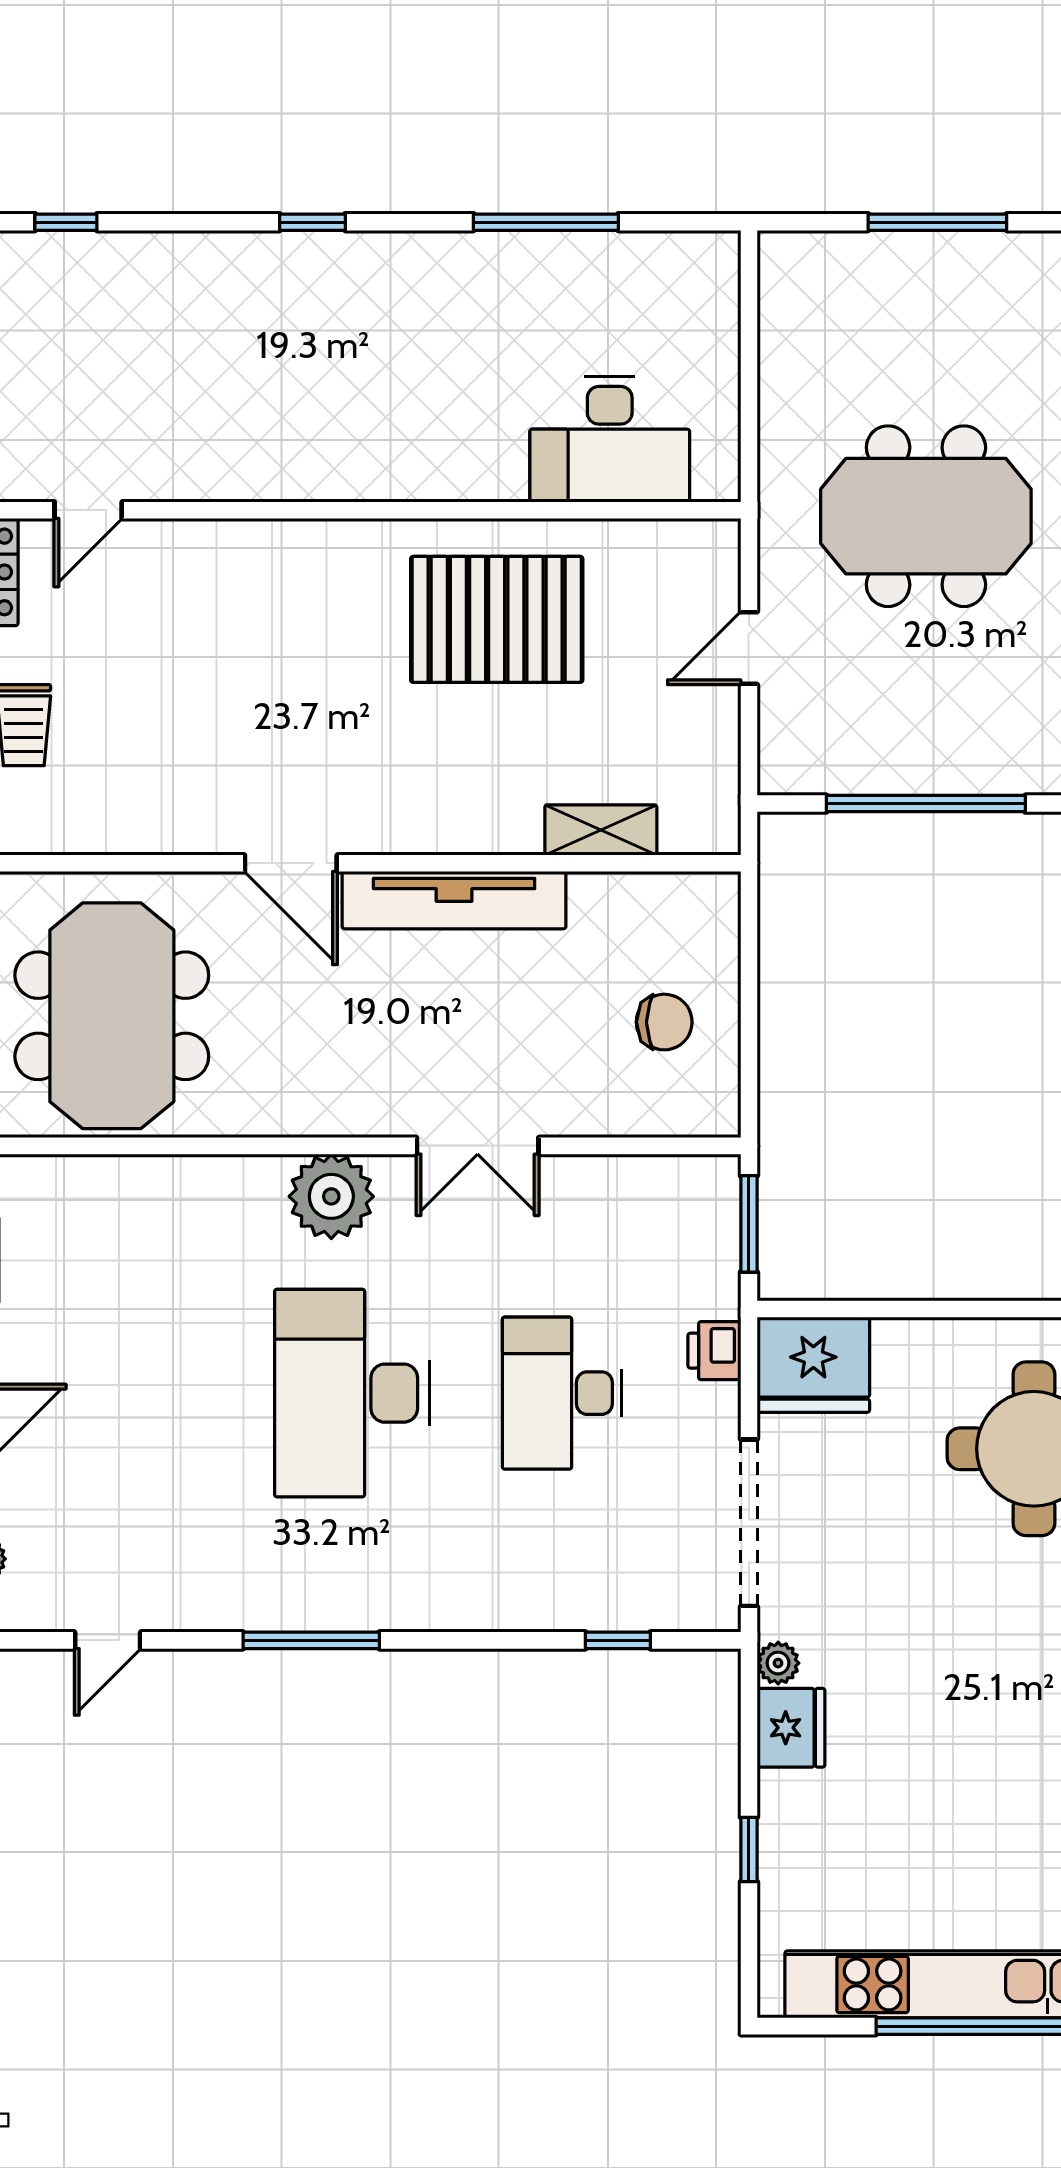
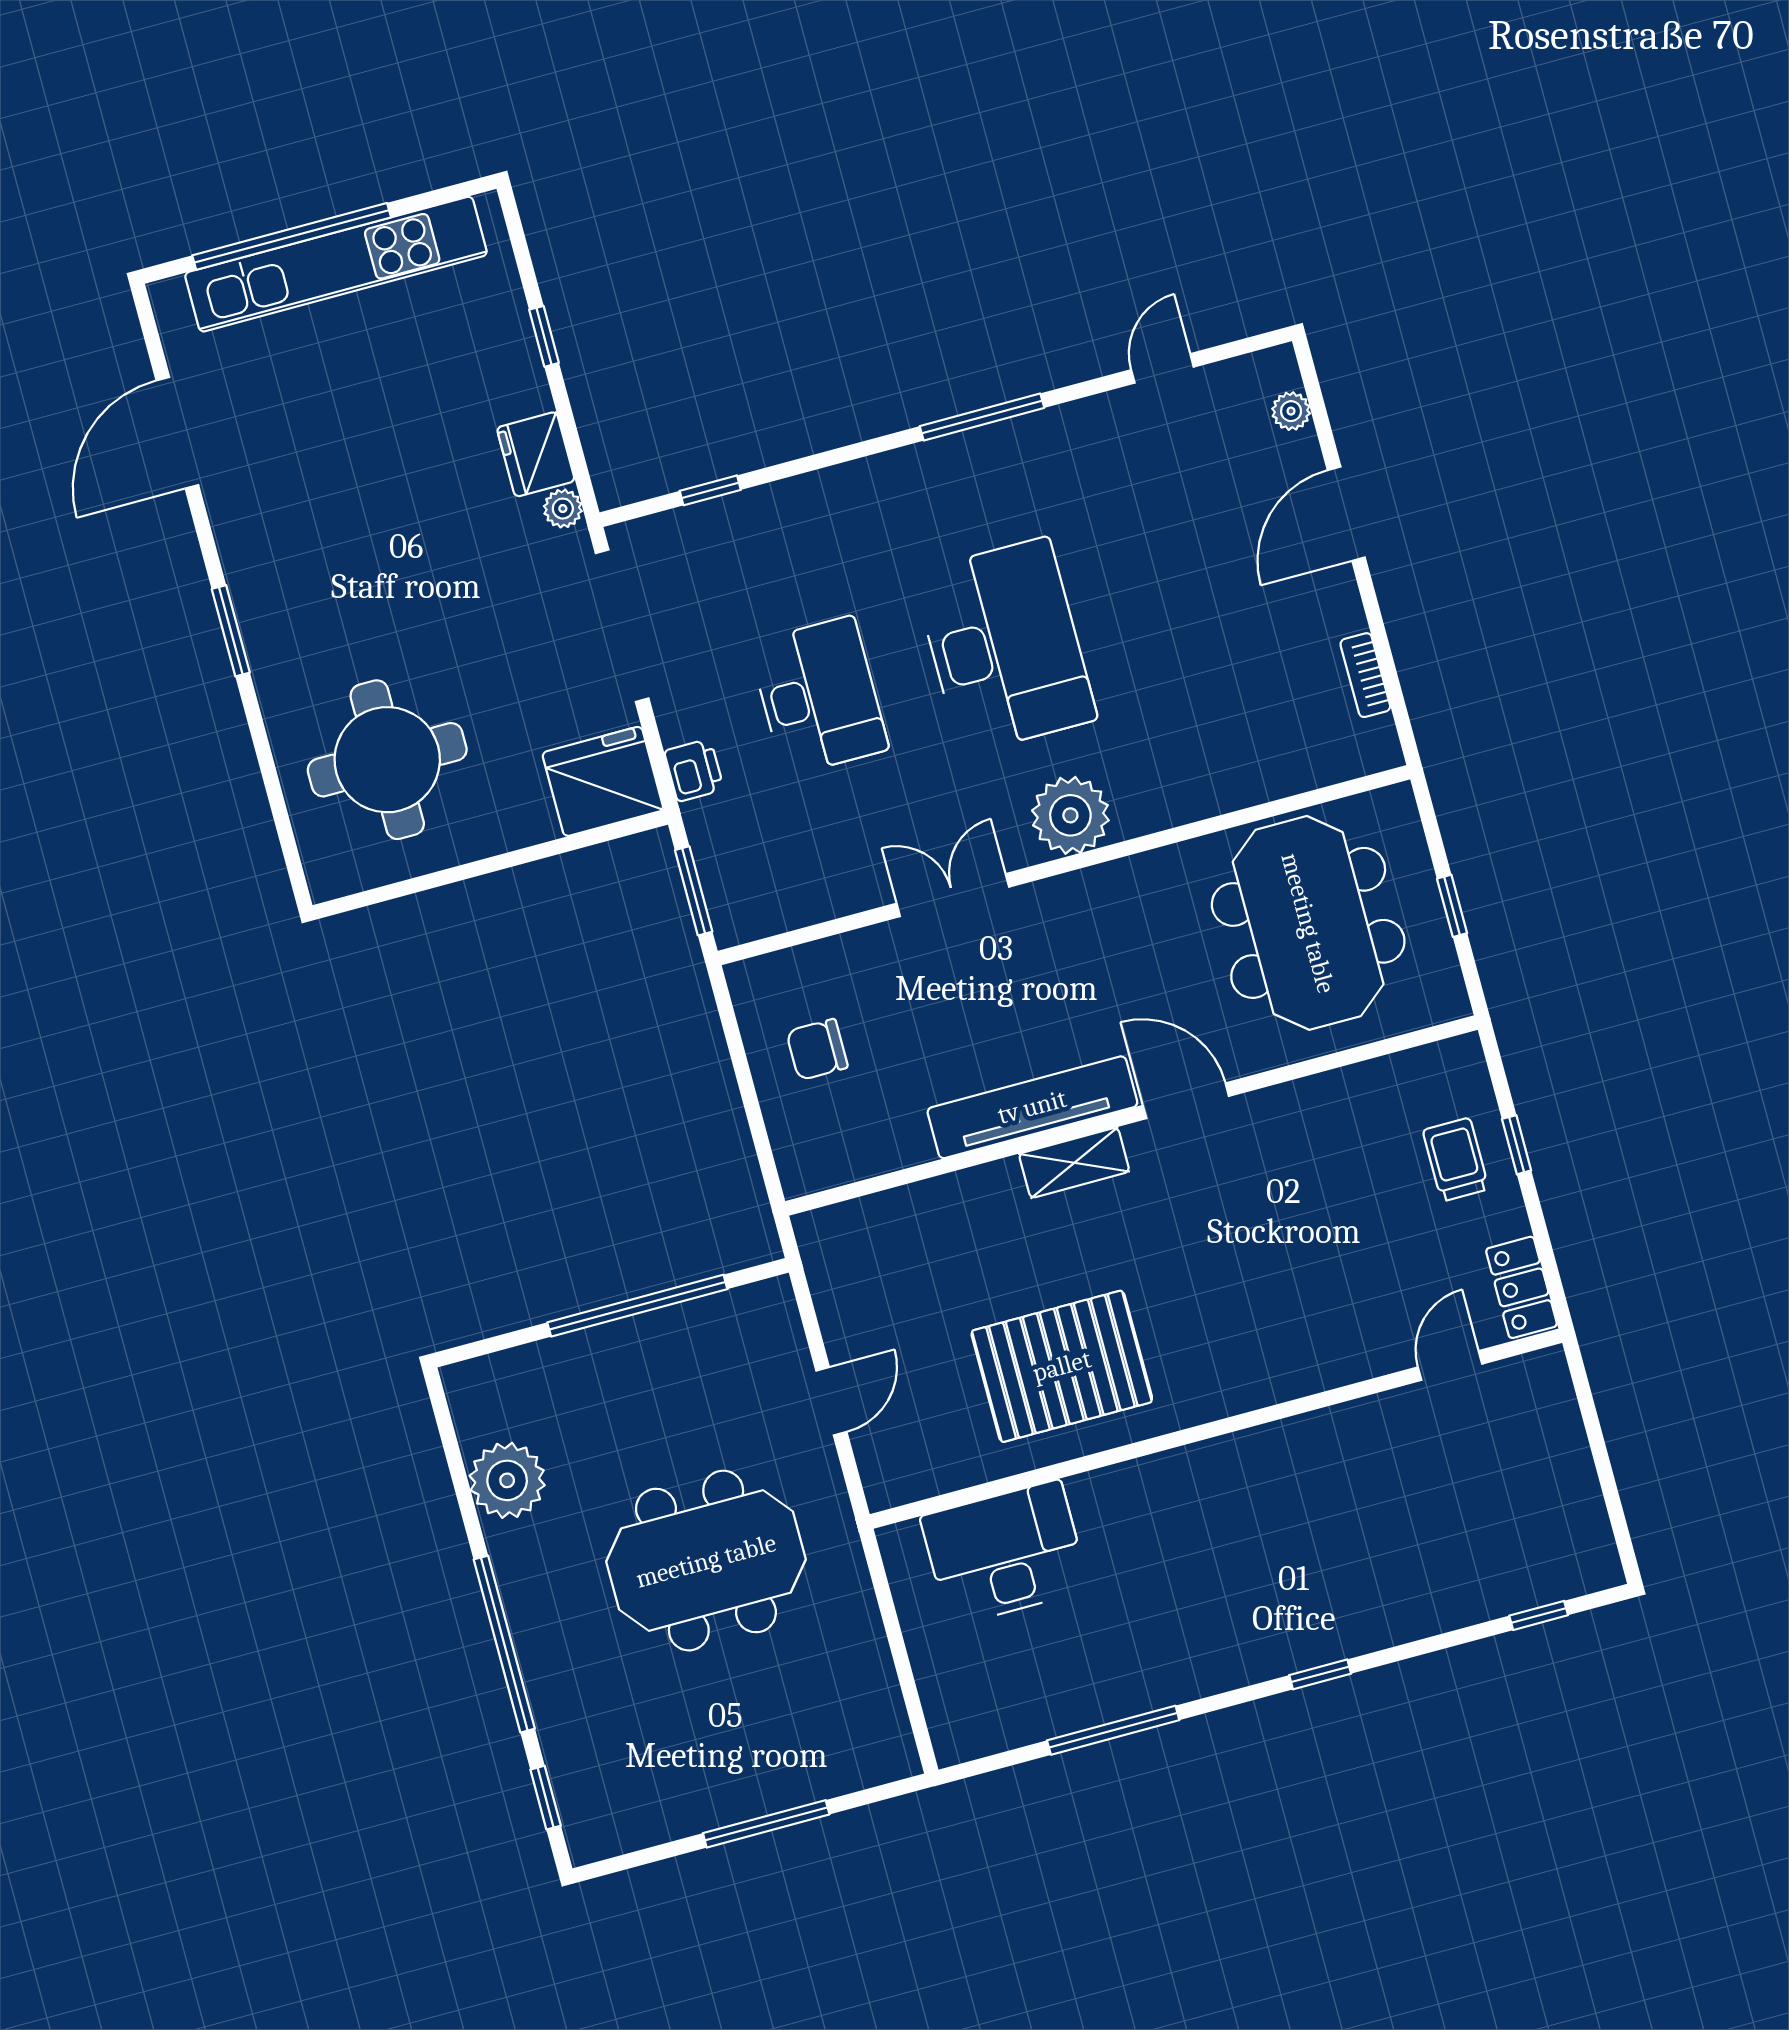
shelving: (601, 830) -> (1074, 1163), moved

